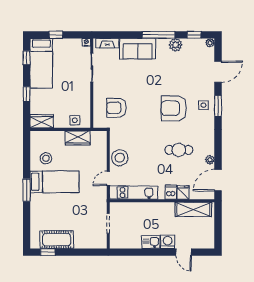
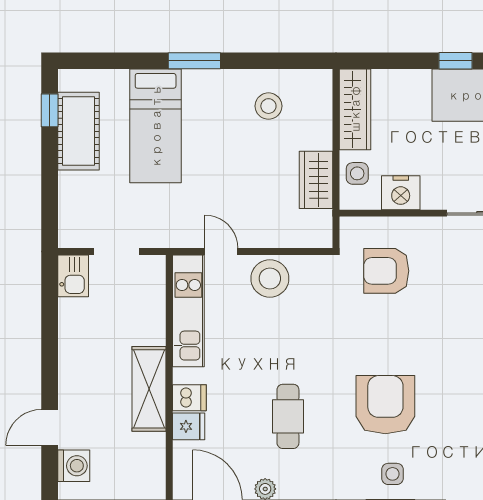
window: (27, 94) -> (456, 61), moved
nightstand: (83, 102) -> (401, 193), added
armchair: (117, 108) -> (386, 271), turned -90
wardrobe: (42, 121) -> (355, 109), width x1.50
bed: (54, 182) -> (156, 126), moved
shelving: (193, 209) -> (149, 389), moved
kitchen sink: (151, 242) -> (73, 276), moved
washing machine: (168, 242) -> (74, 466), moved

